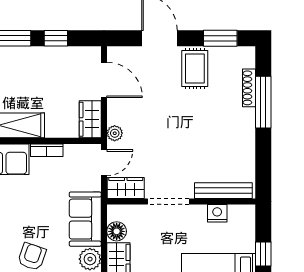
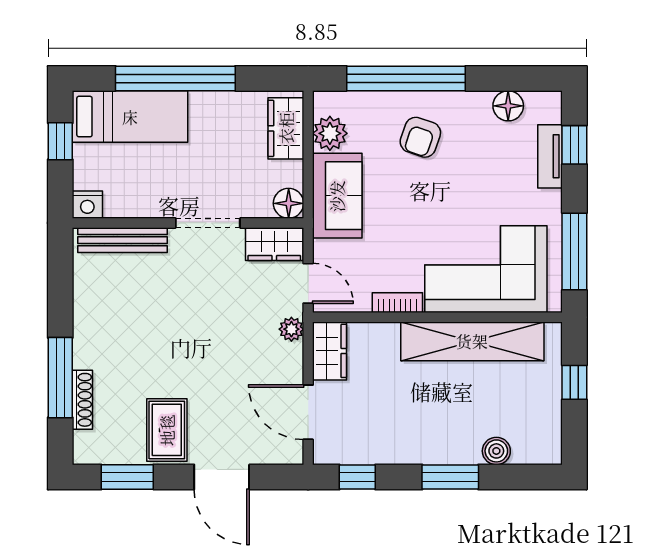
window: (56, 38) -> (357, 477), moved
door: (104, 163) -> (308, 283), swing flipped
nightstand: (217, 213) -> (87, 205), moved
floor lamp: (117, 231) -> (289, 203), moved

